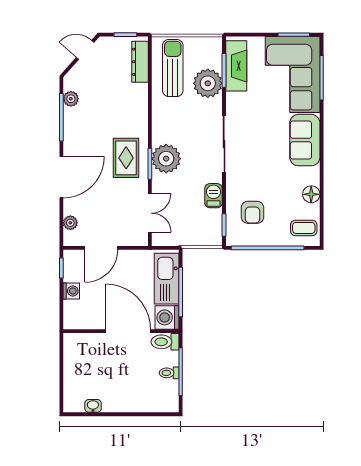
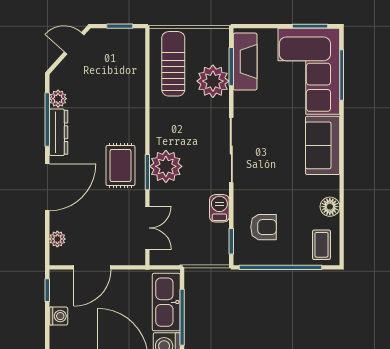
dresser: (140, 62) -> (58, 132), moved, turned 180
armchair: (252, 212) -> (263, 227), turned -90
coffee table: (304, 228) -> (321, 245), turned 90

